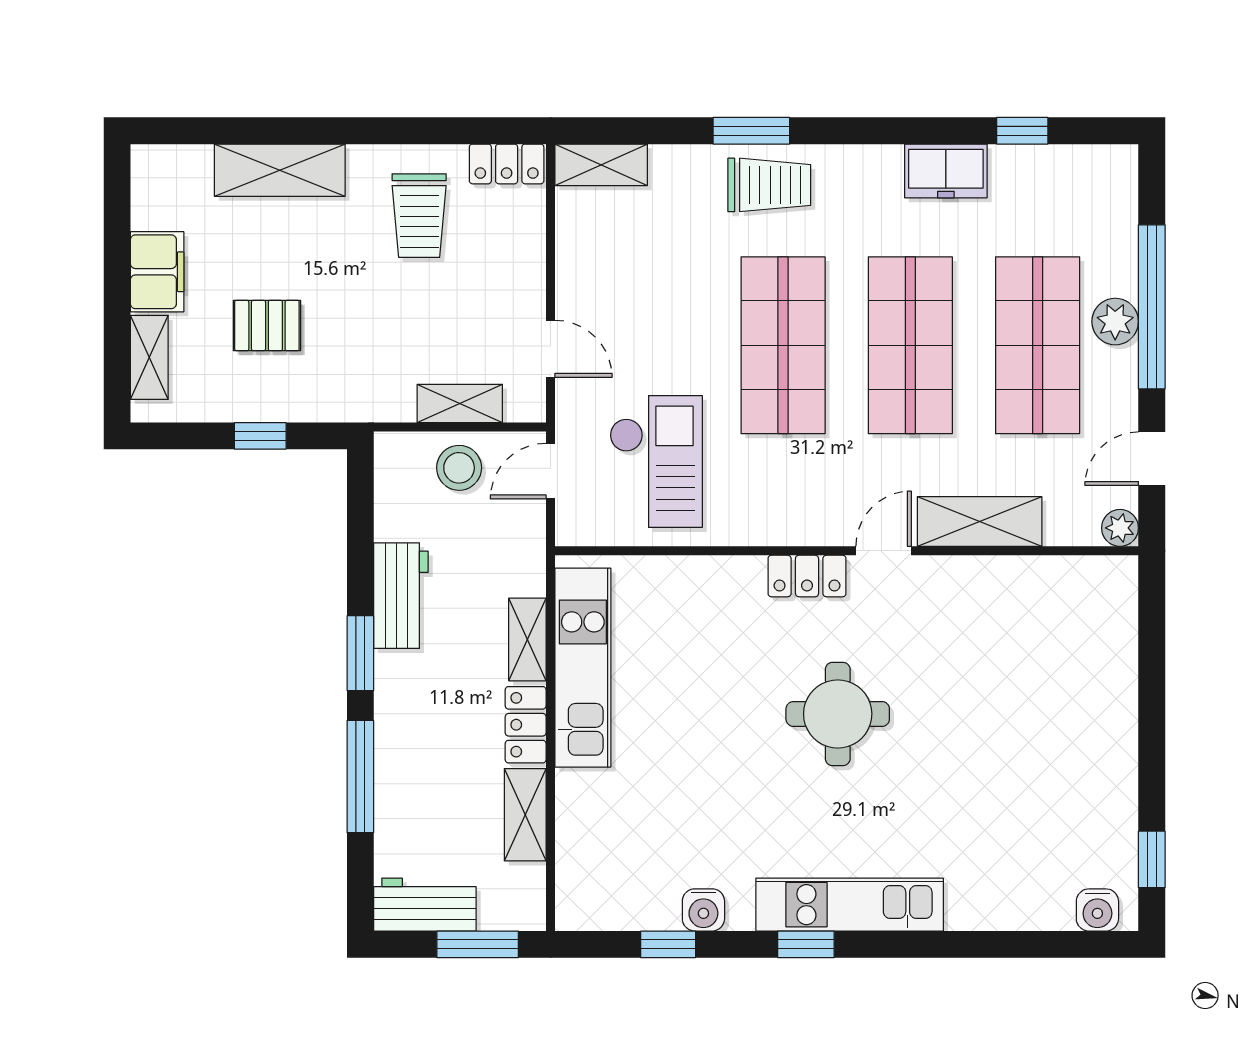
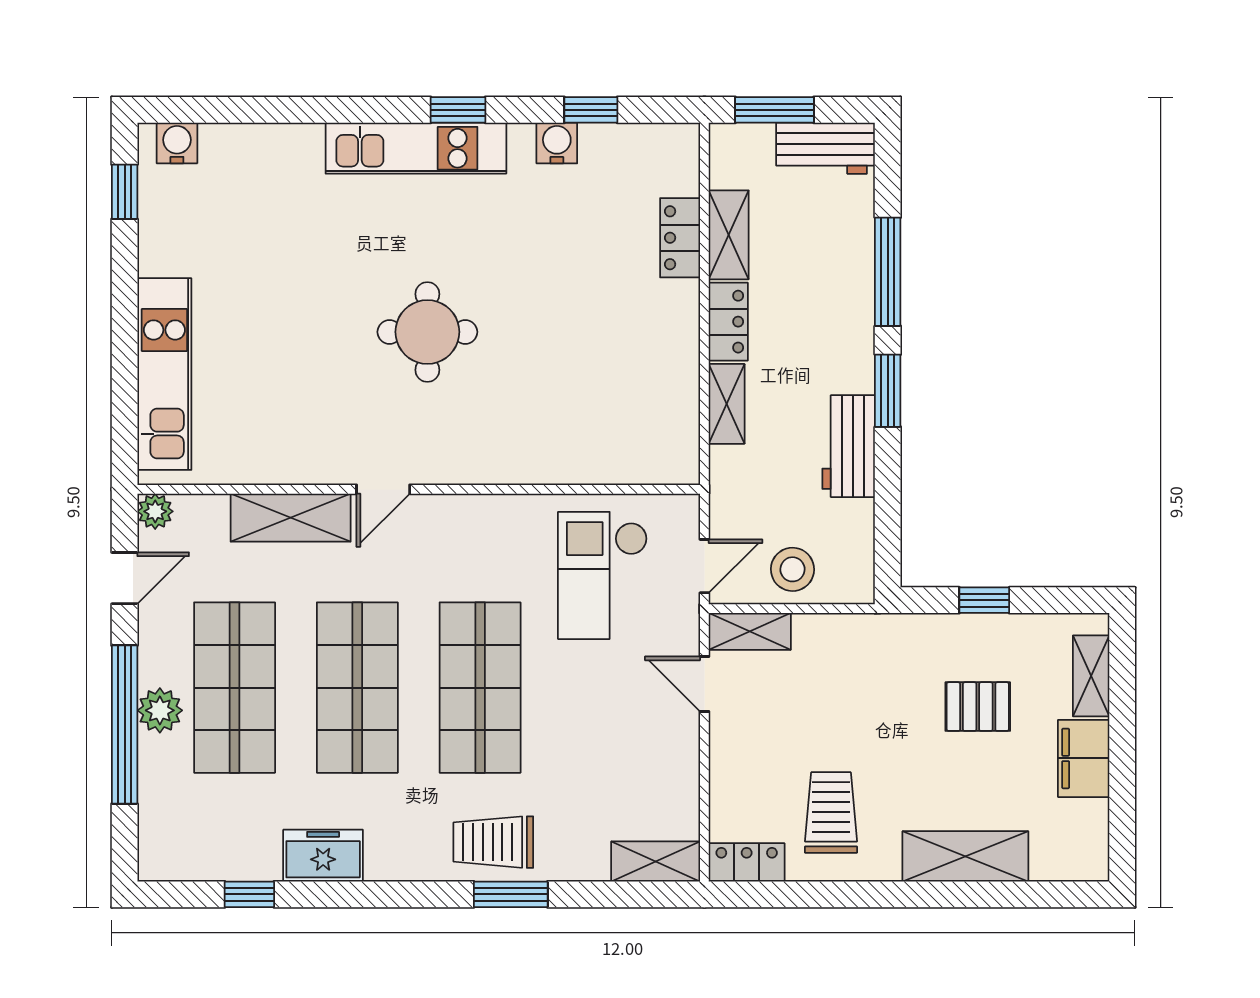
shelving: (460, 403) -> (750, 631), moved
locker: (807, 576) -> (680, 238), moved, turned -90
kitchen unit: (583, 668) -> (164, 374), moved, turned 180

